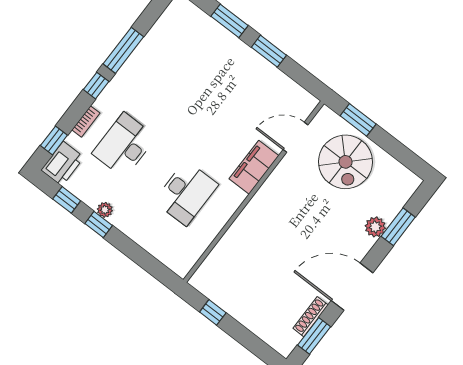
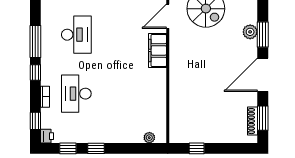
printer: (63, 164) -> (47, 136), width x0.53, depth x0.68
desk: (186, 193) -> (76, 35), moved
plant: (105, 210) -> (149, 138), moved
window: (398, 227) -> (263, 35), moved
shoe rack: (311, 317) -> (253, 121), moved

